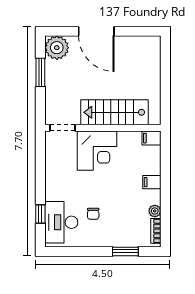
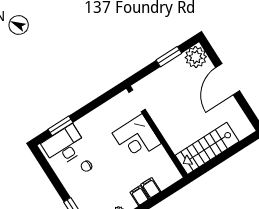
stairs: (115, 112) -> (207, 148), moved, turned -90
filing cabinet: (151, 138) -> (151, 188), moved
window: (40, 214) -> (60, 126), width x1.50

